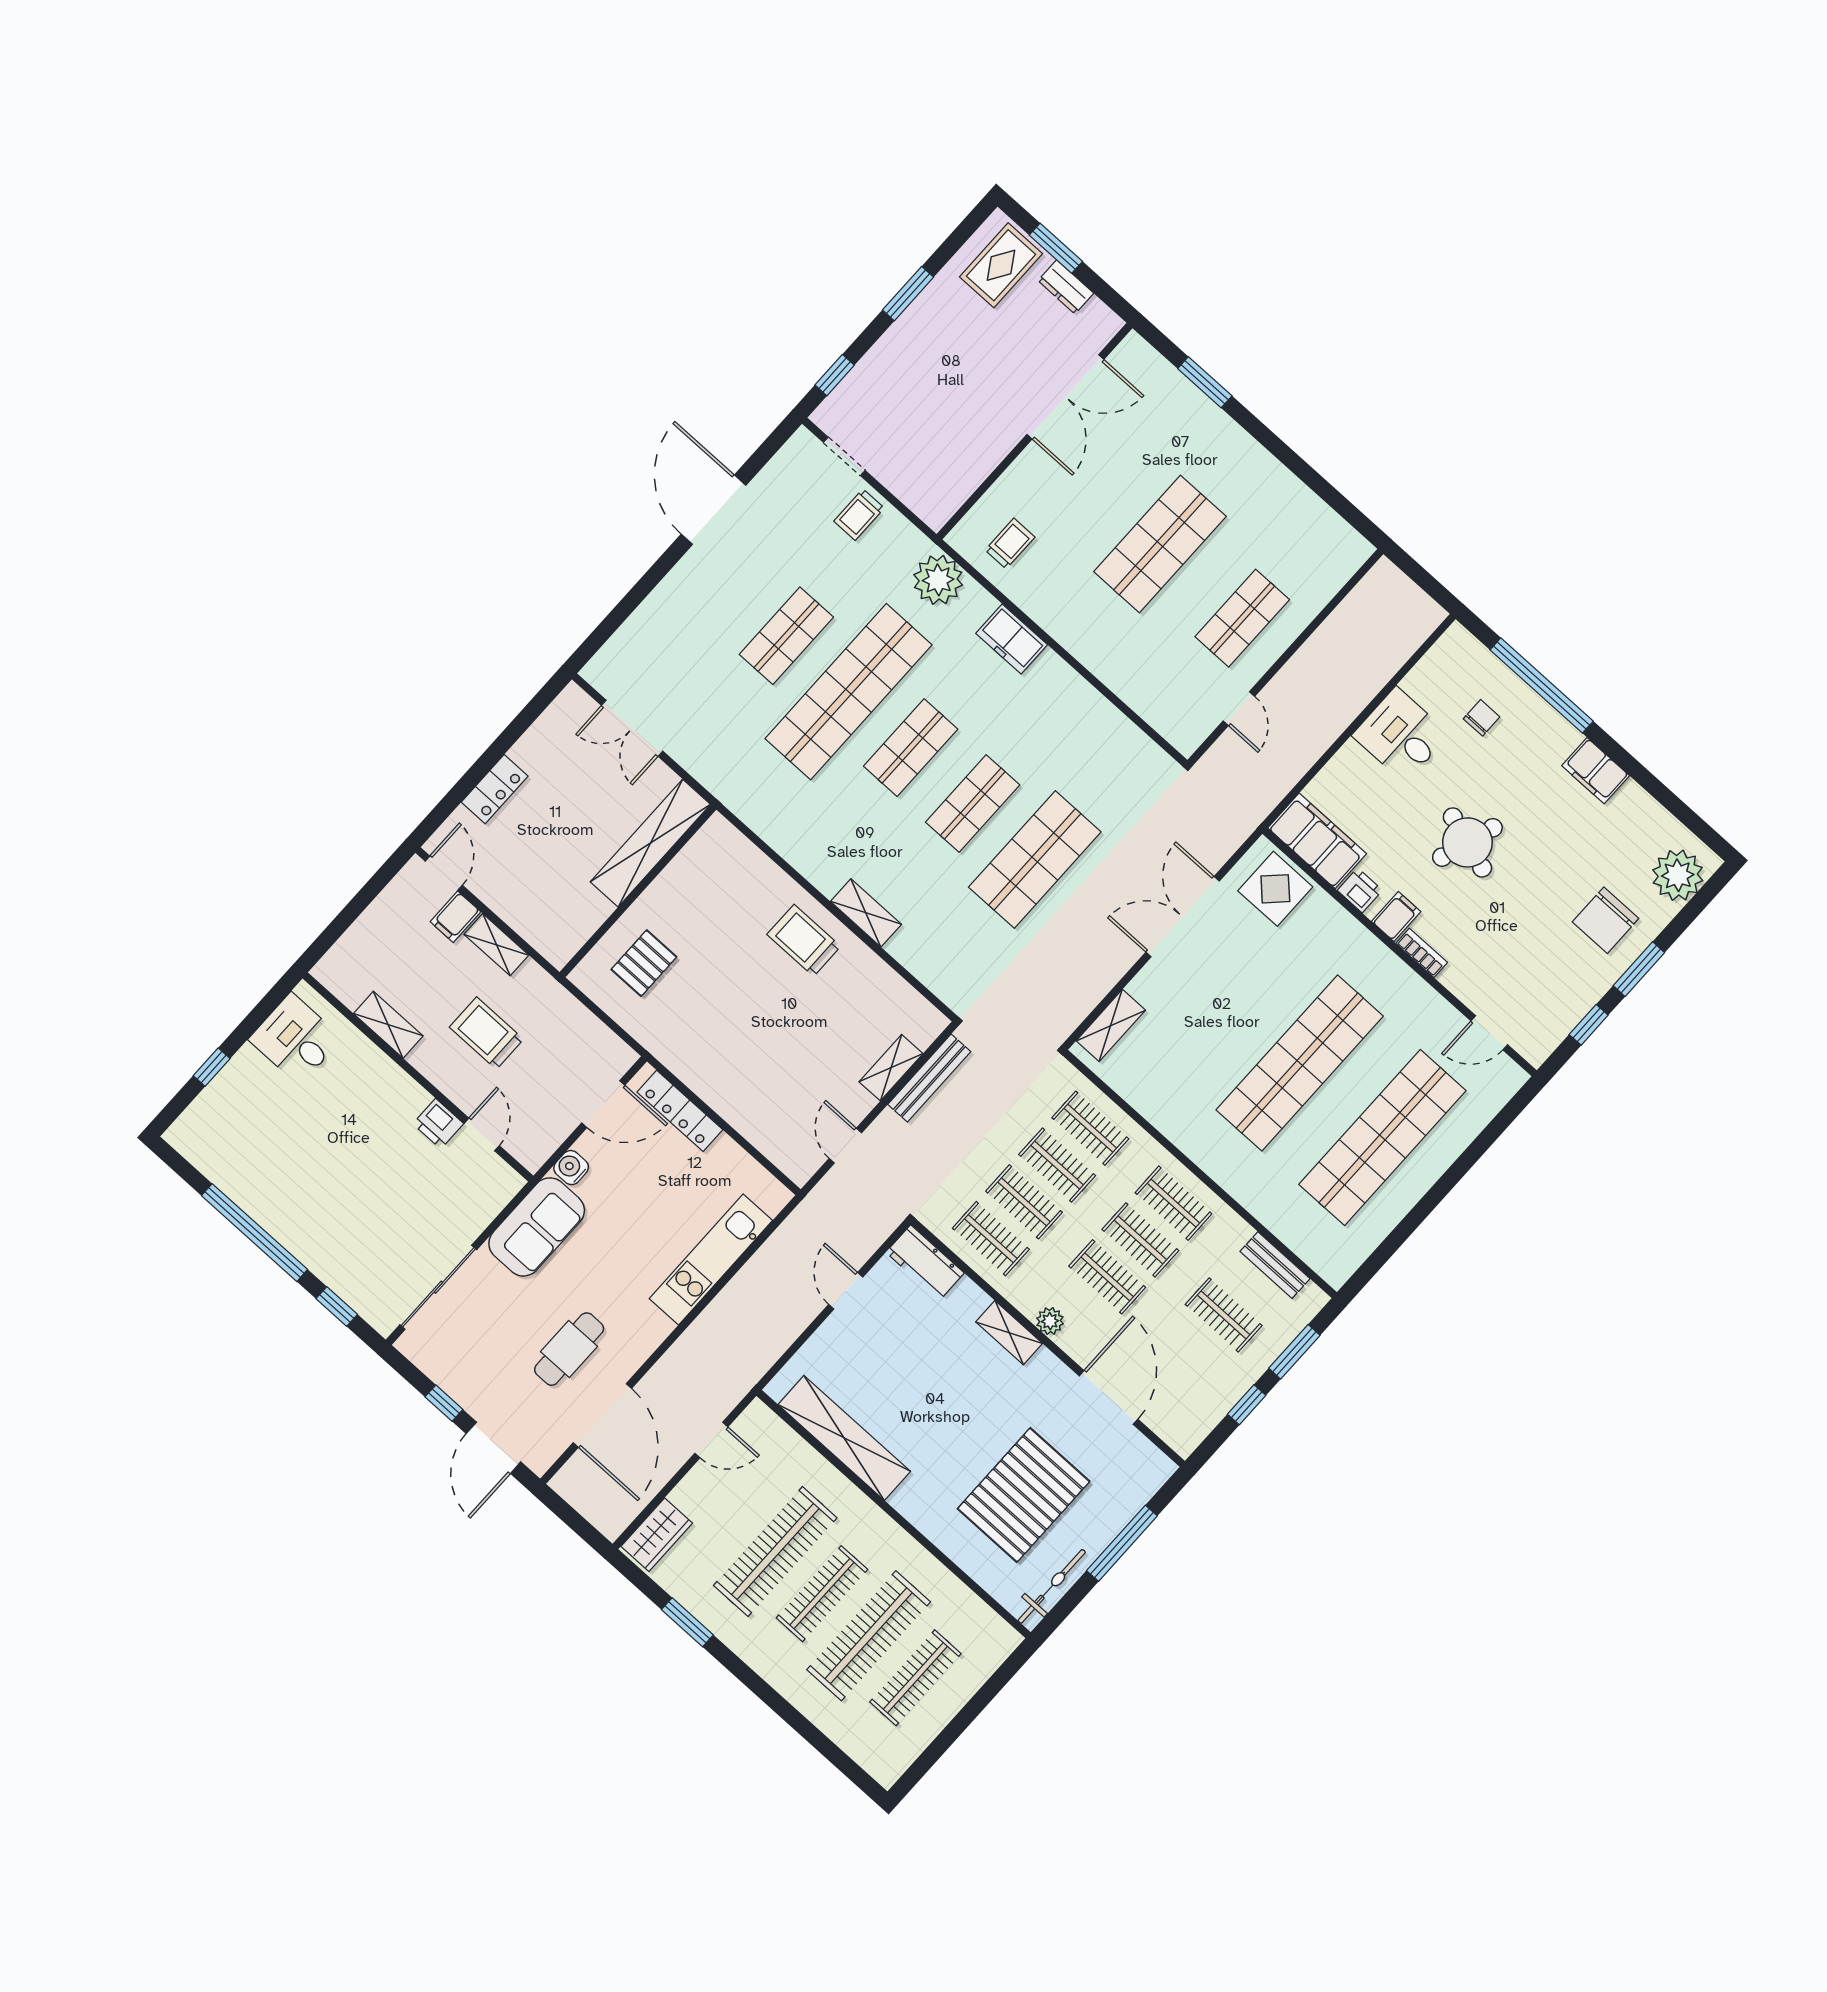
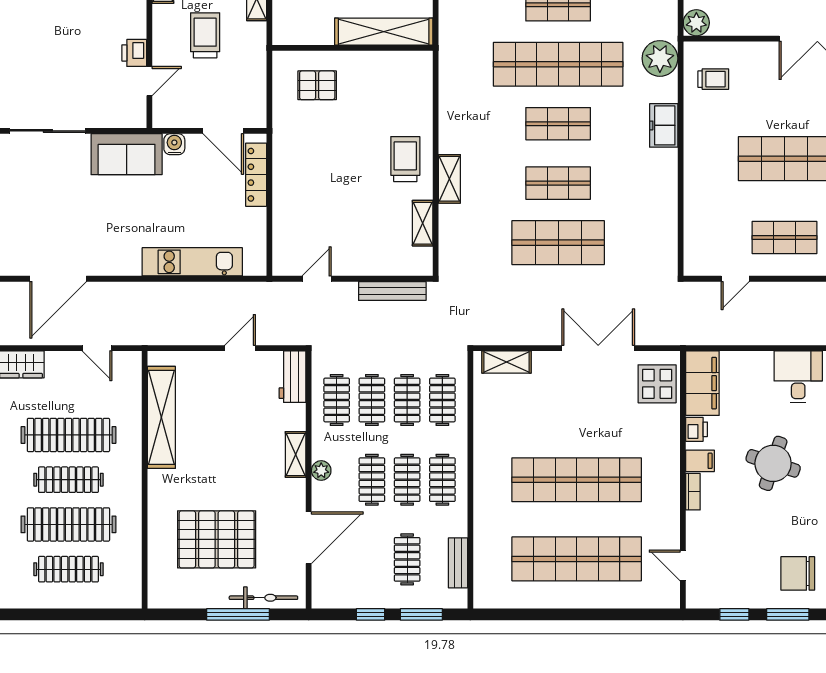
plant: (935, 508) -> (696, 23), added
shelving: (891, 1068) -> (423, 223), moved, turned 90
cafe table: (569, 1349) -> (77, 229), removed
bicycle: (1052, 1586) -> (263, 598), moved

